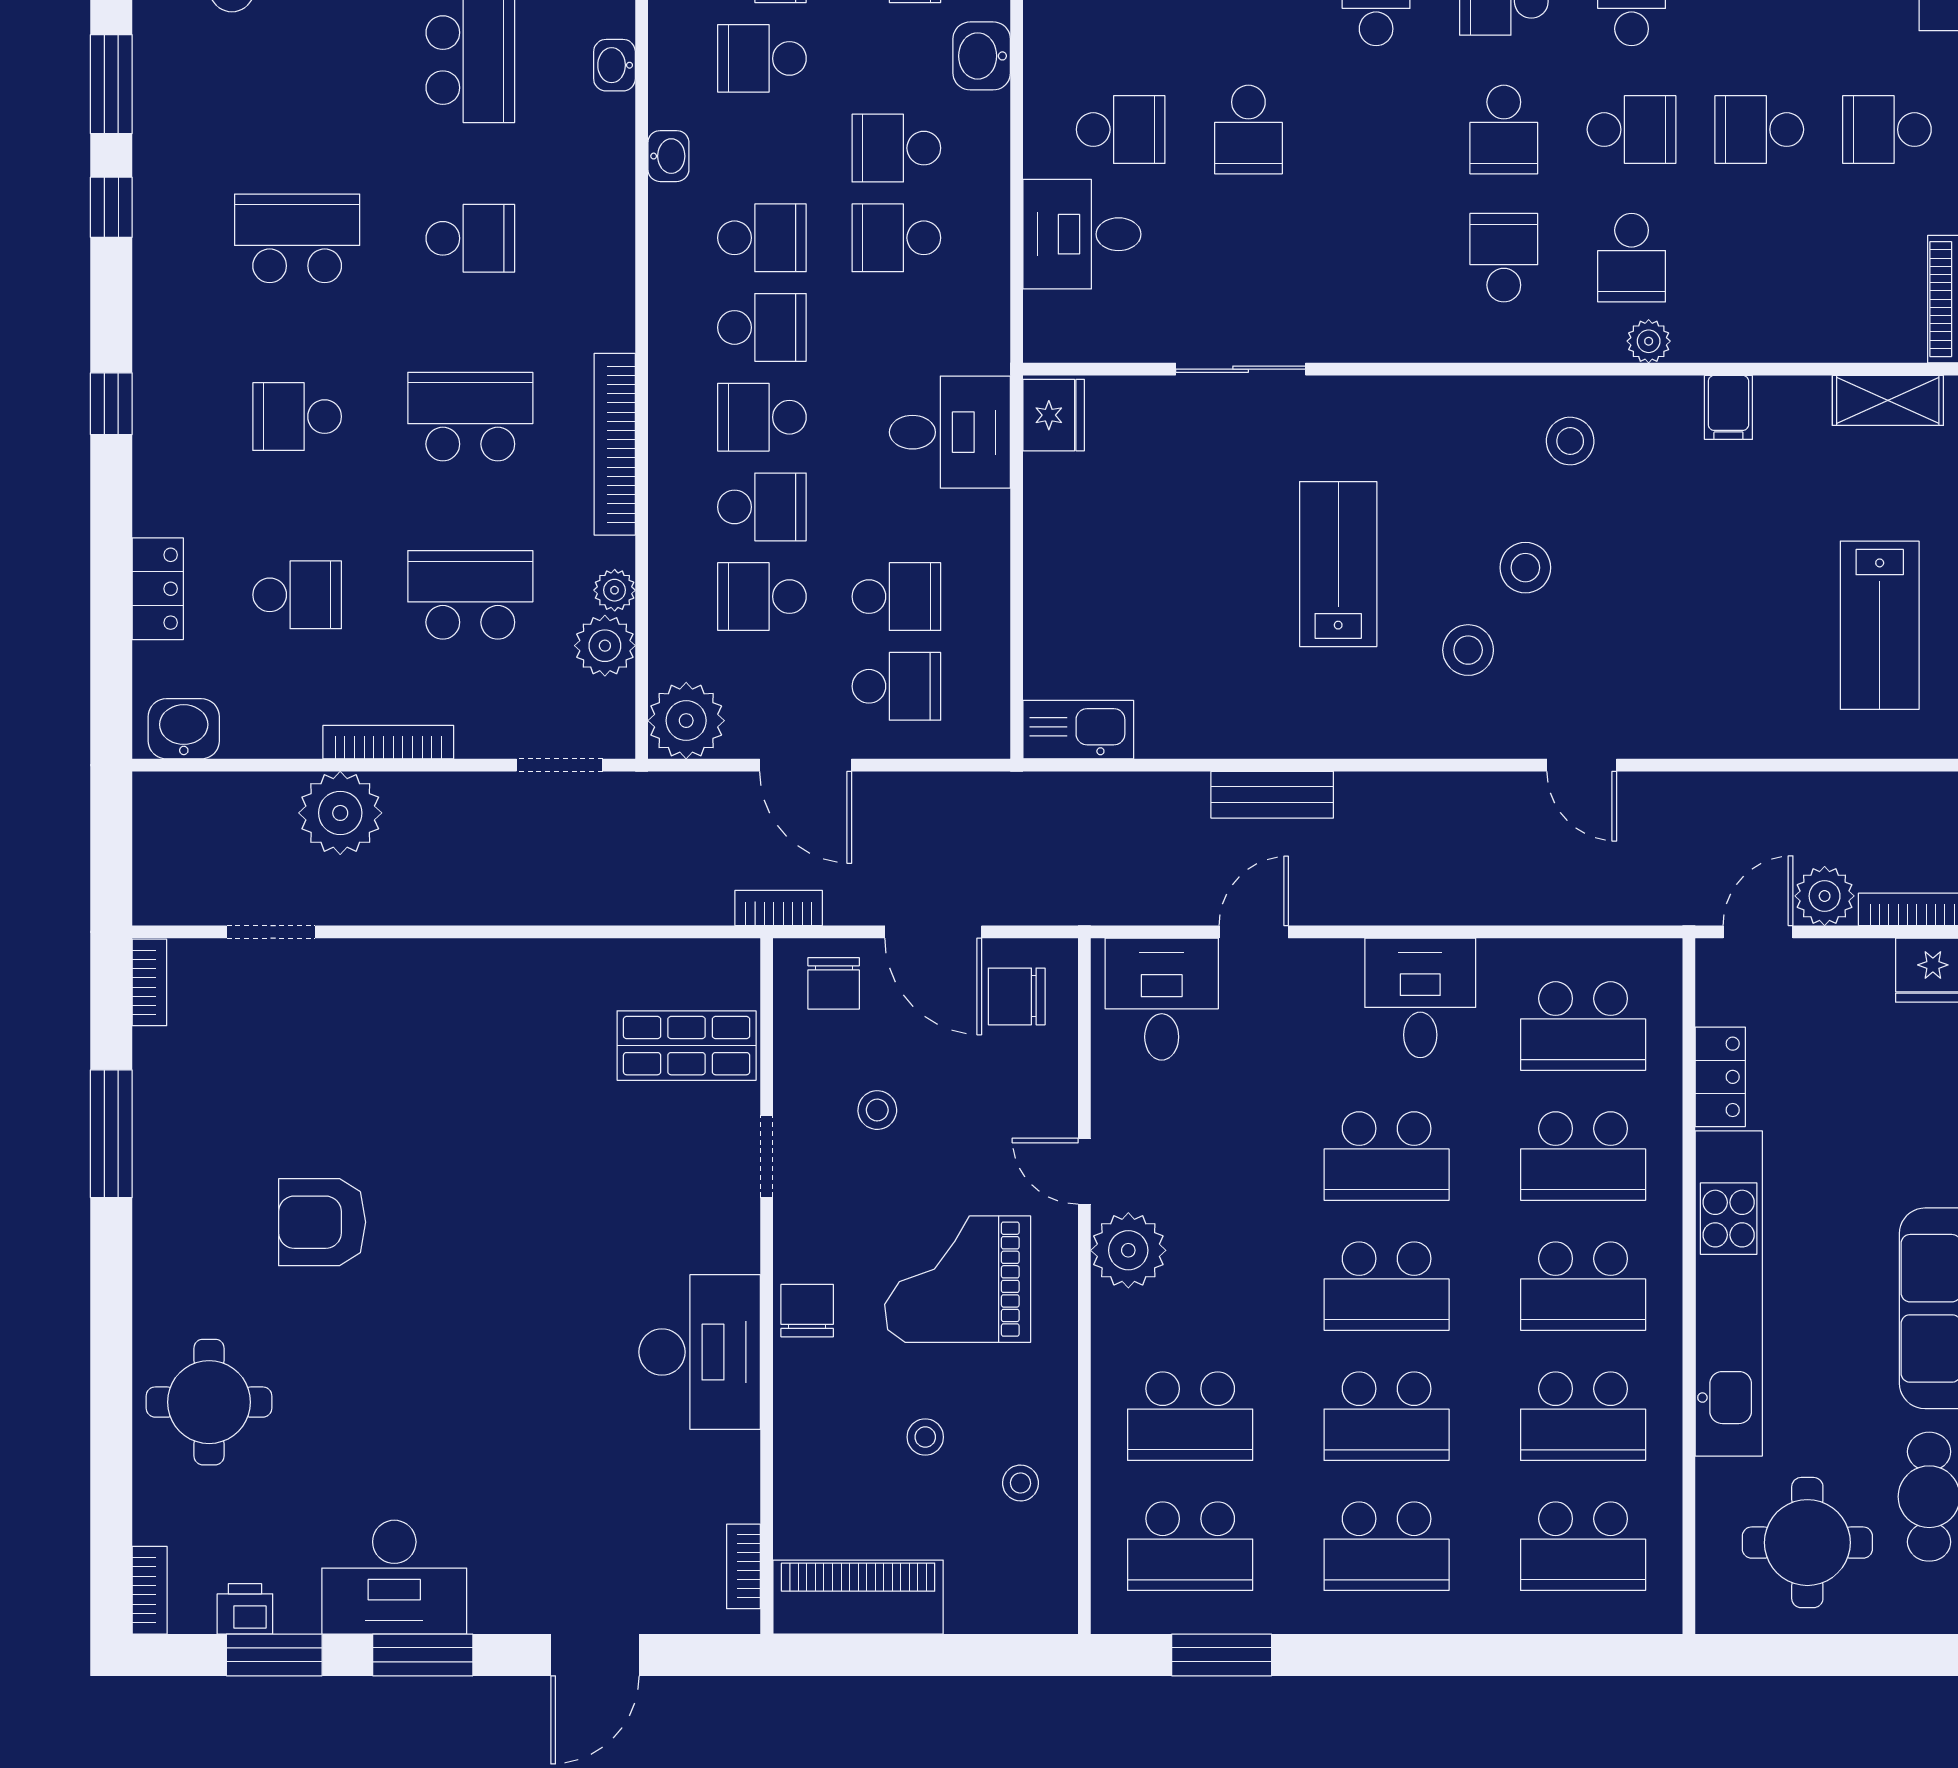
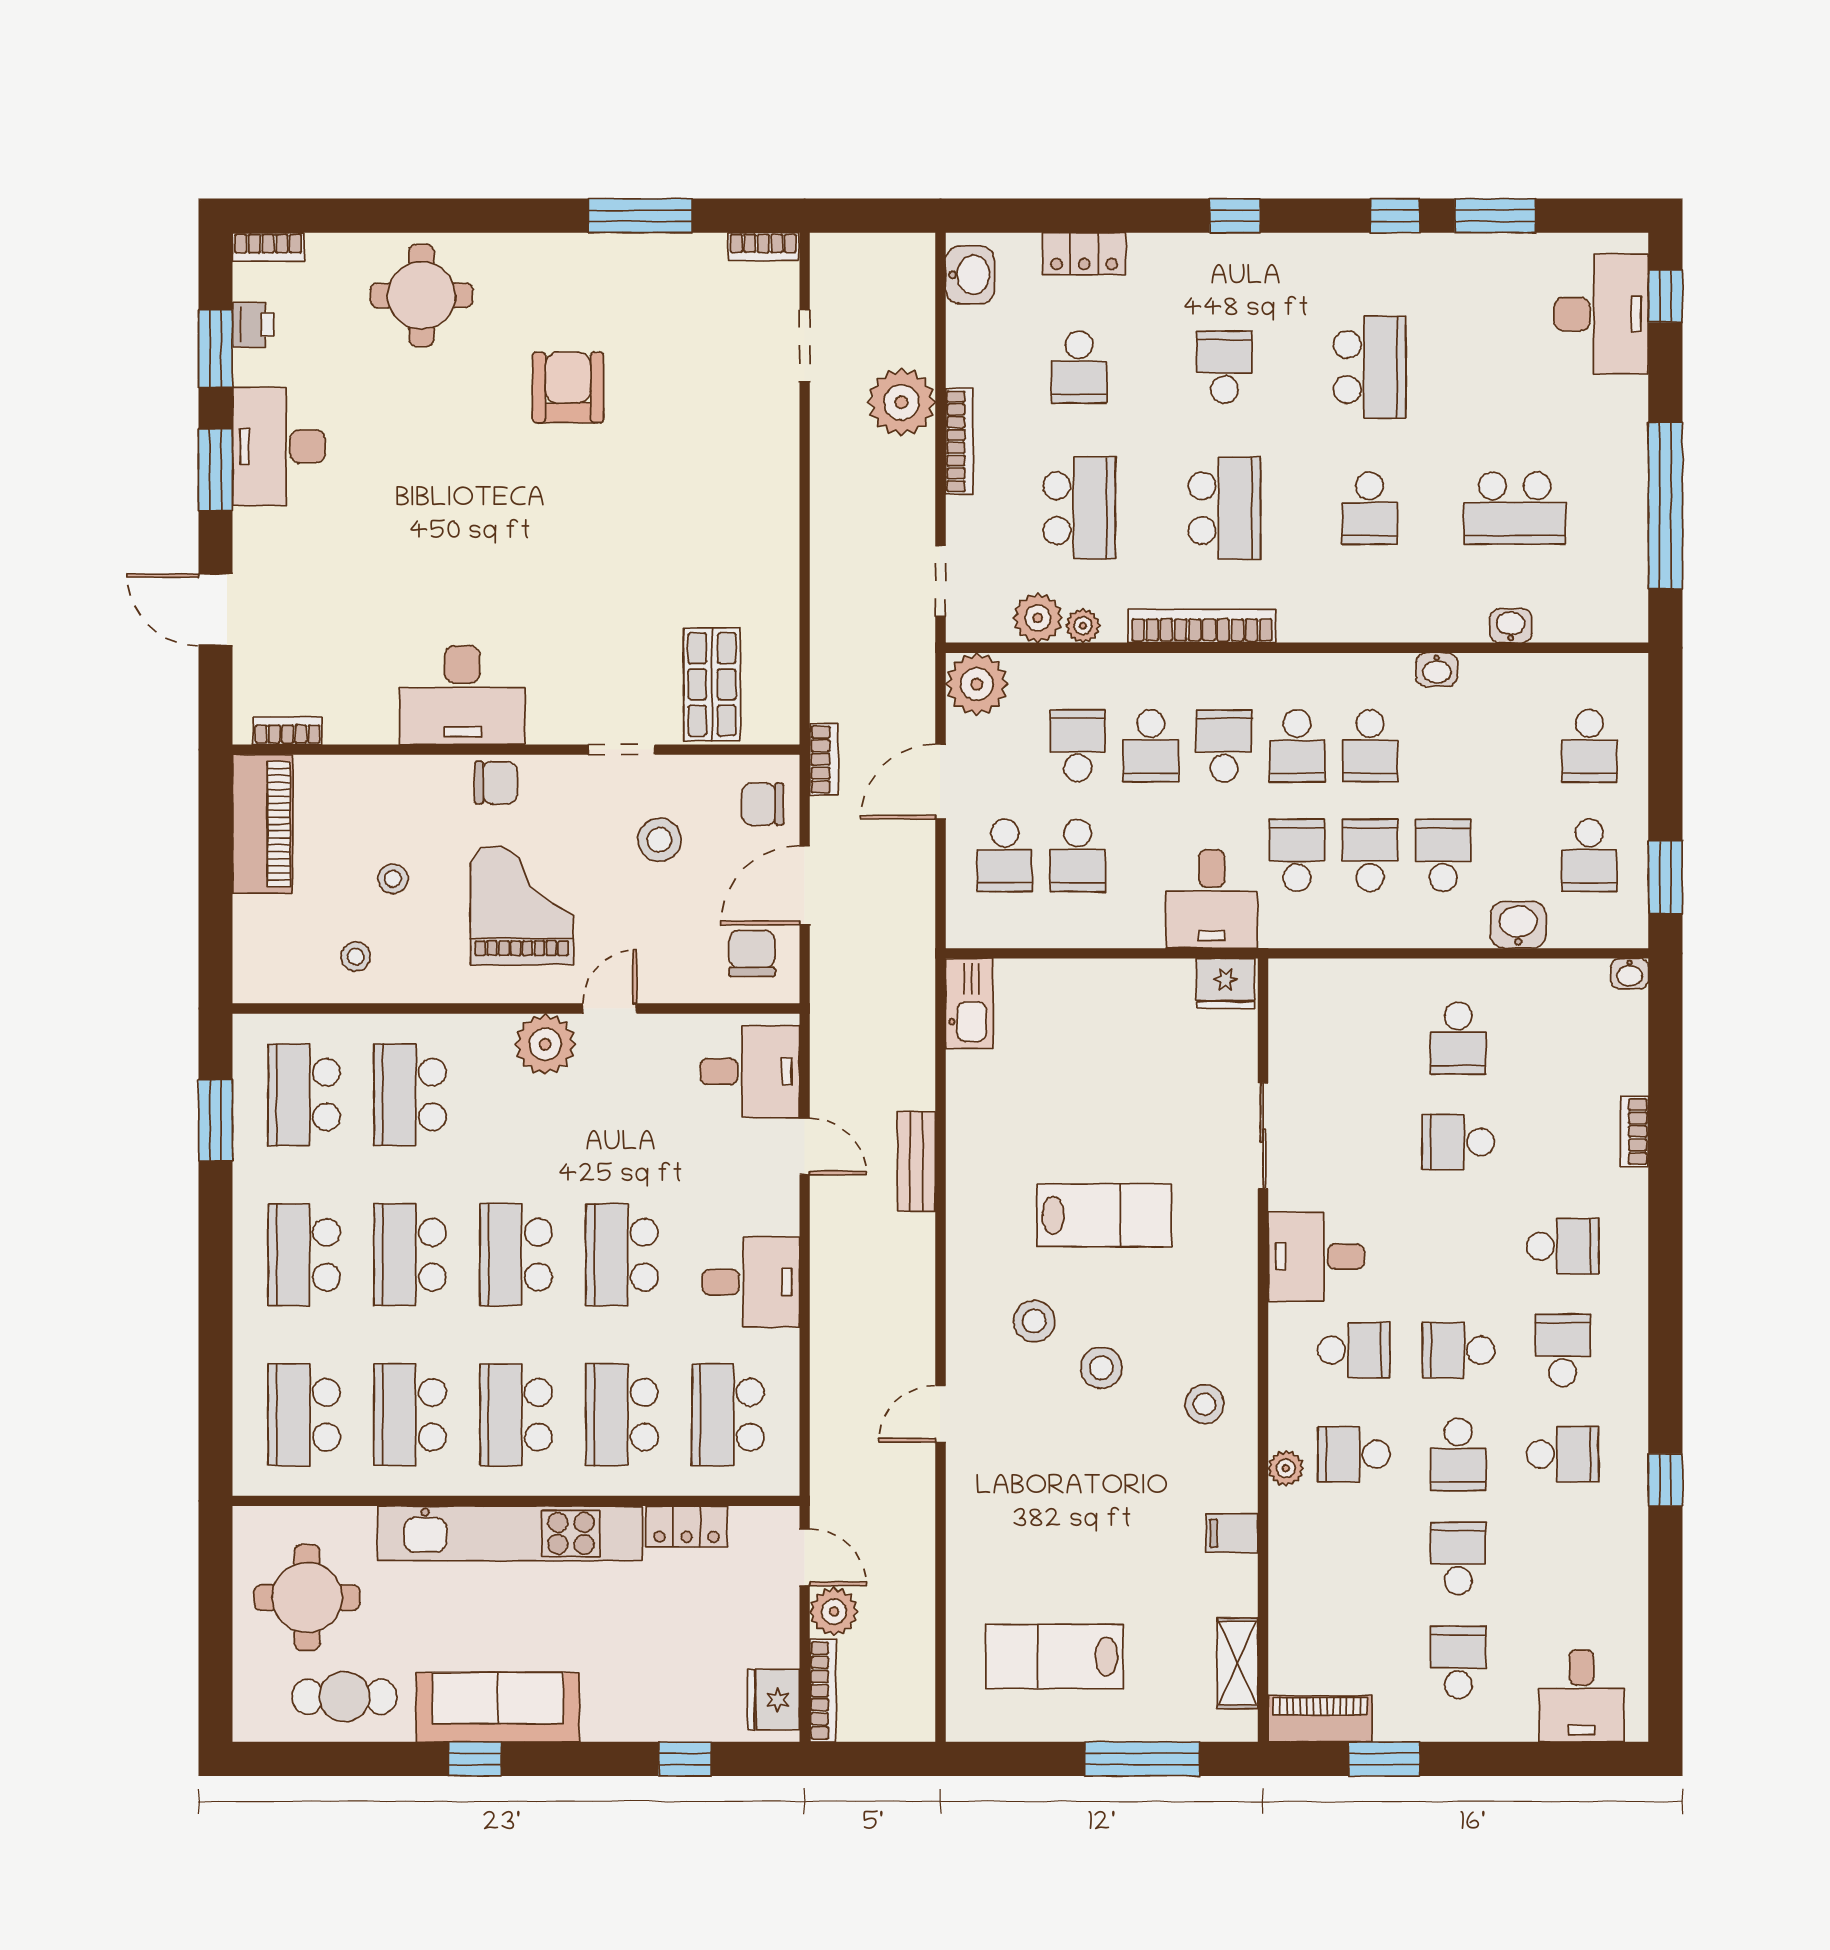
school desk: (762, 58) -> (1297, 855), moved
desk: (1082, 234) -> (1316, 1256), moved, turned -90
stool: (877, 1110) -> (659, 840), width x1.37, depth x1.37

